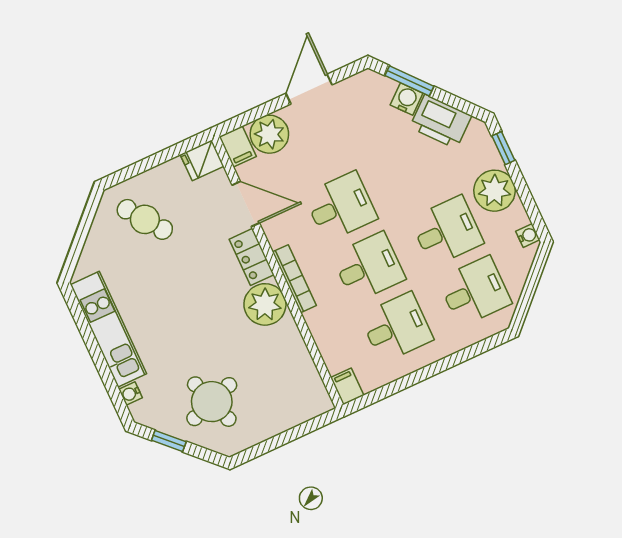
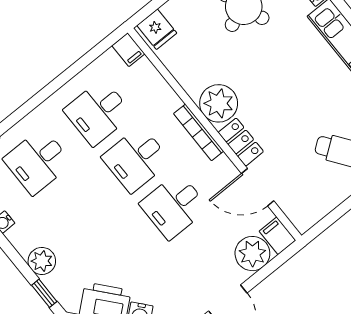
fridge: (202, 160) -> (157, 29), moved, turned 90
plant: (495, 191) -> (42, 261), width x0.73, depth x0.73
desk: (447, 231) -> (76, 208), removed

